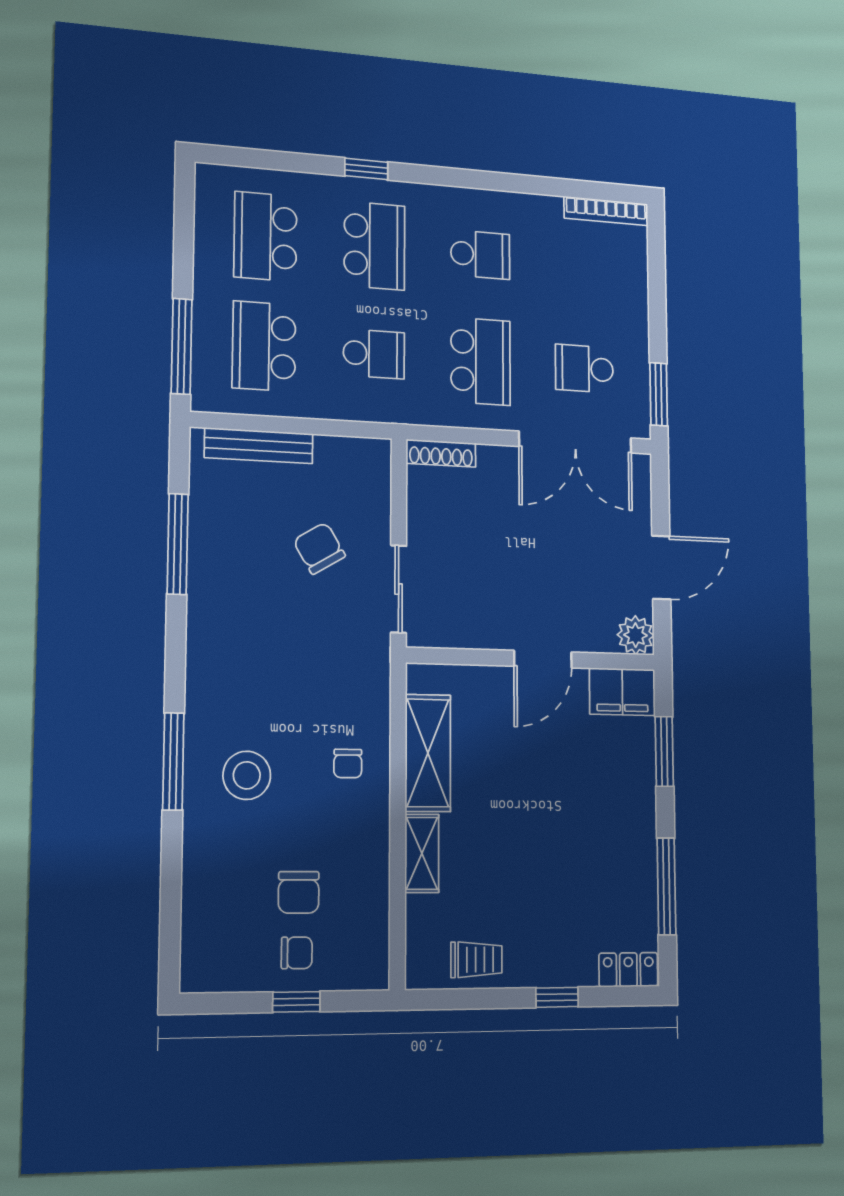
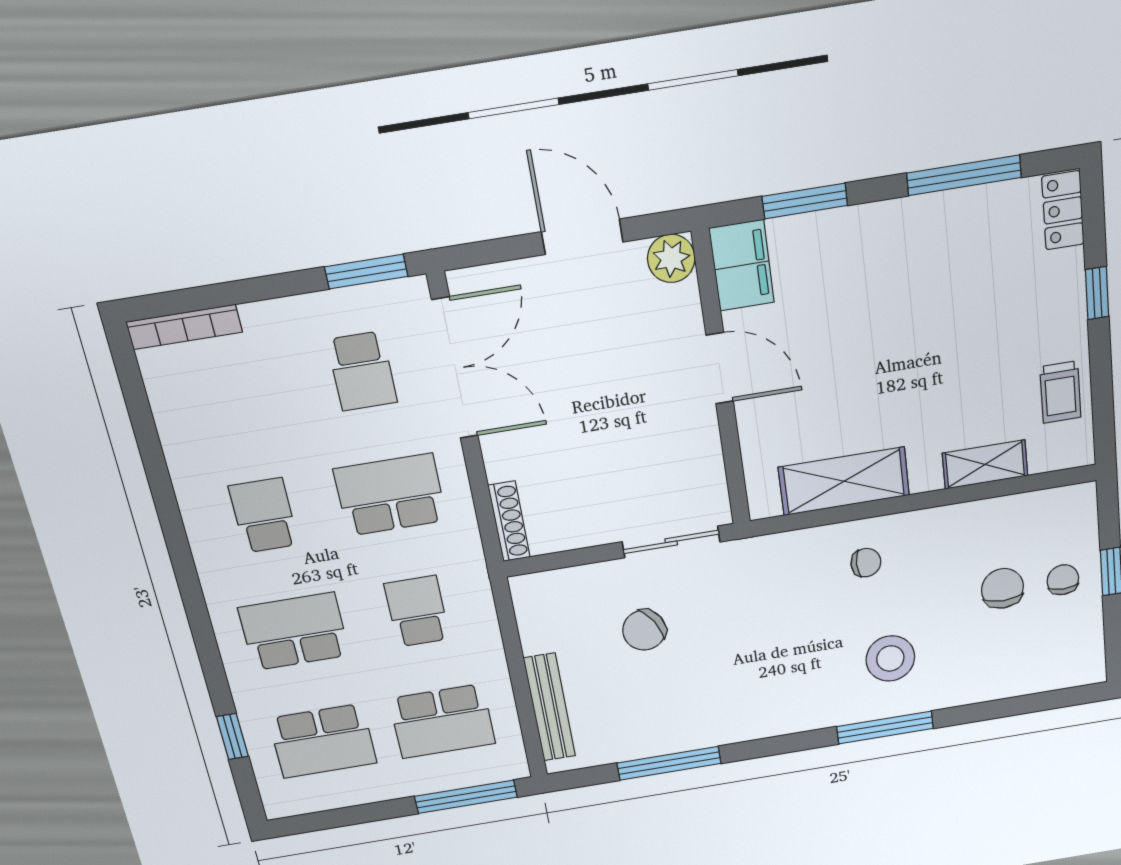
window: (366, 169) -> (232, 736), moved
bookcase: (606, 211) -> (184, 327), moved, turned 90
shelving: (422, 853) -> (985, 465), moved
chair: (299, 892) -> (1002, 588), turned -90
trolley: (476, 960) -> (1060, 392), turned 180

